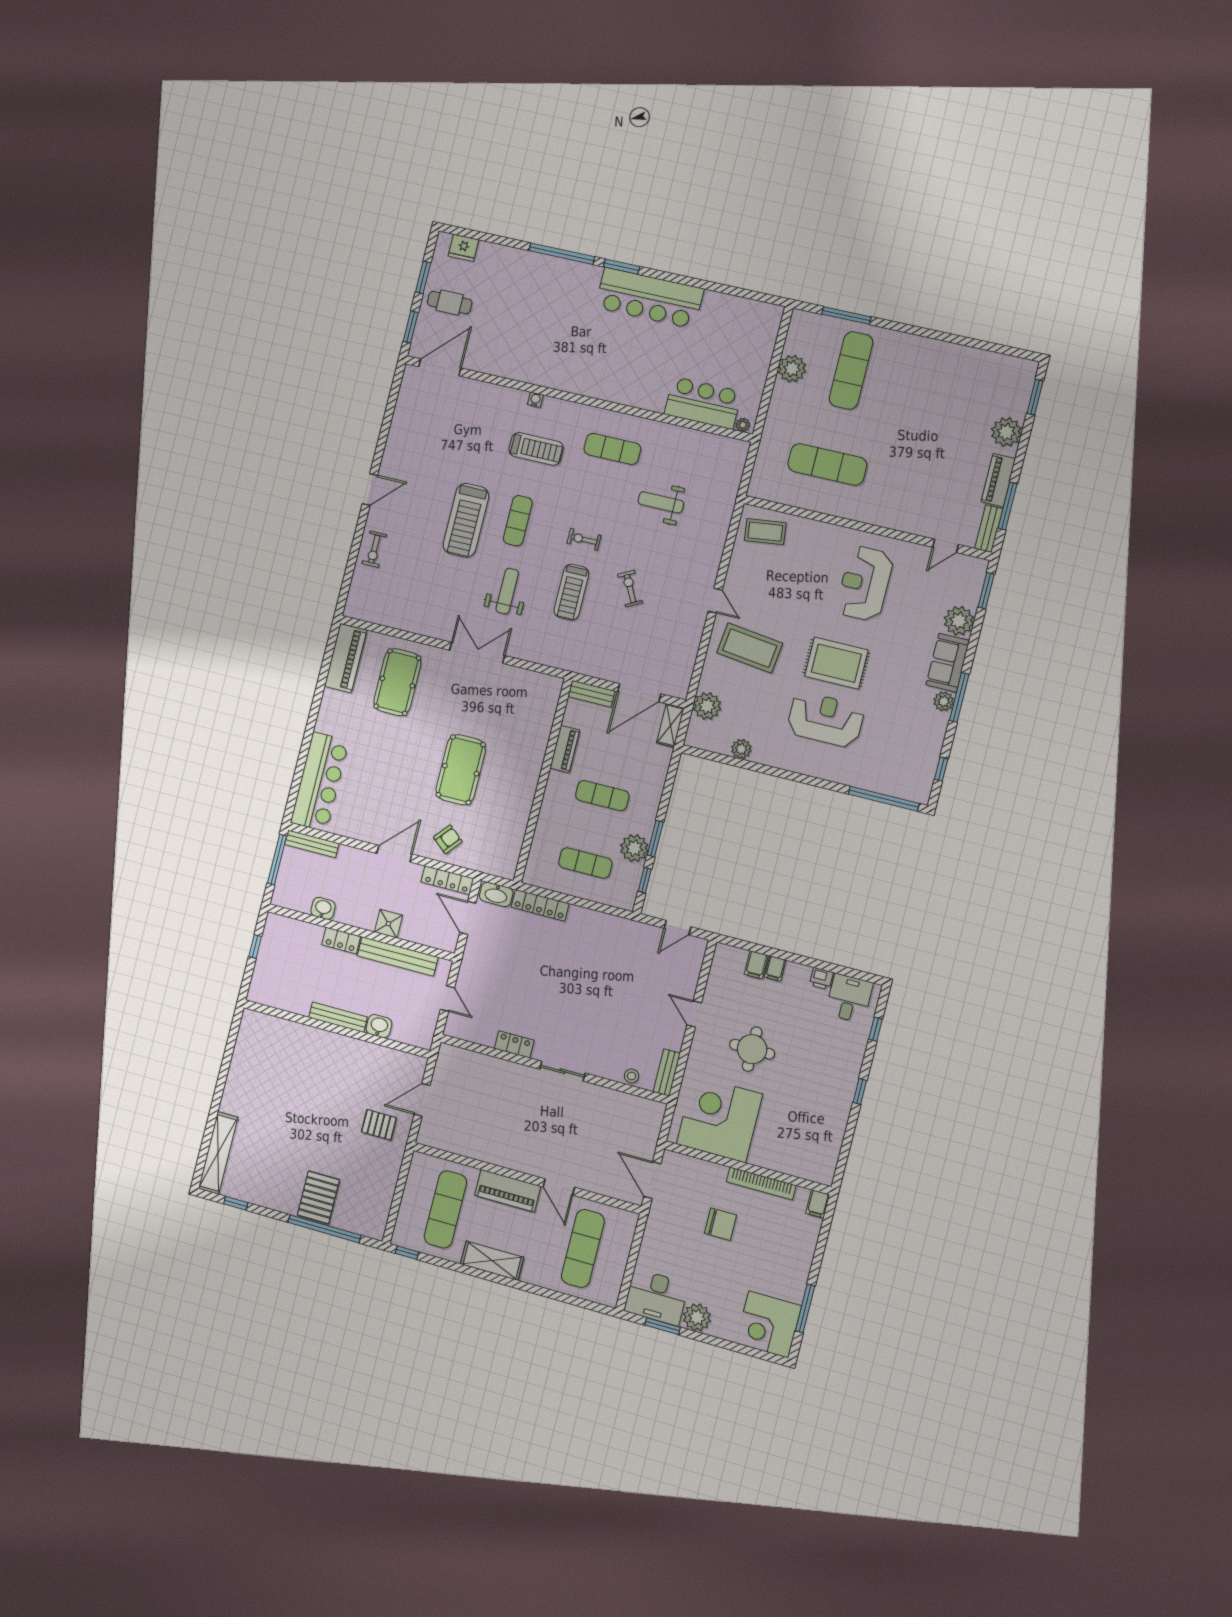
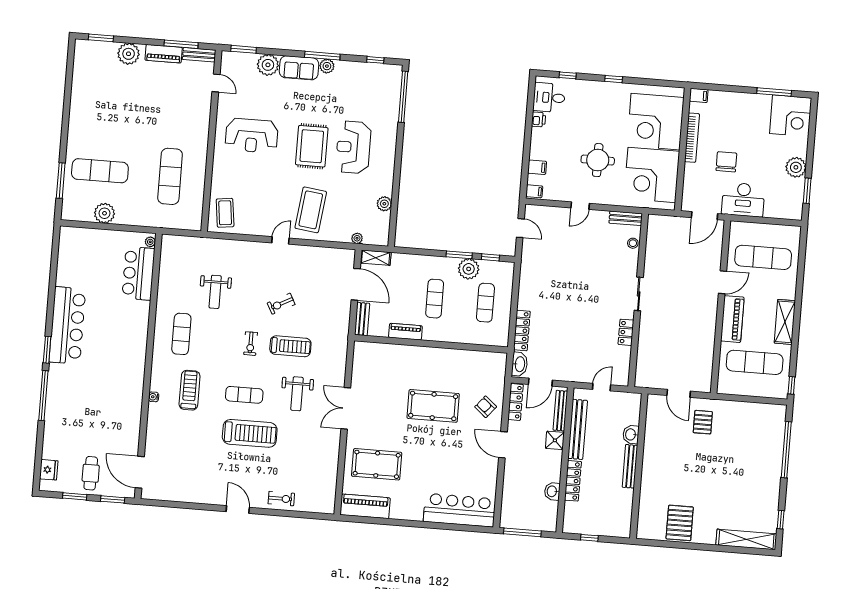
weight bench: (507, 591) -> (297, 394), turned -90
plant: (707, 706) -> (357, 238), width x0.53, depth x0.53
bench: (312, 844) -> (560, 411), moved
locker: (341, 941) -> (573, 481), width x1.53
filing cabinet: (775, 968) -> (534, 191), moved
corner desk: (792, 1138) -> (655, 122), added
pallet: (318, 1197) -> (680, 523), moved, turned 90
desk: (656, 1297) -> (743, 200), moved, turned 90

